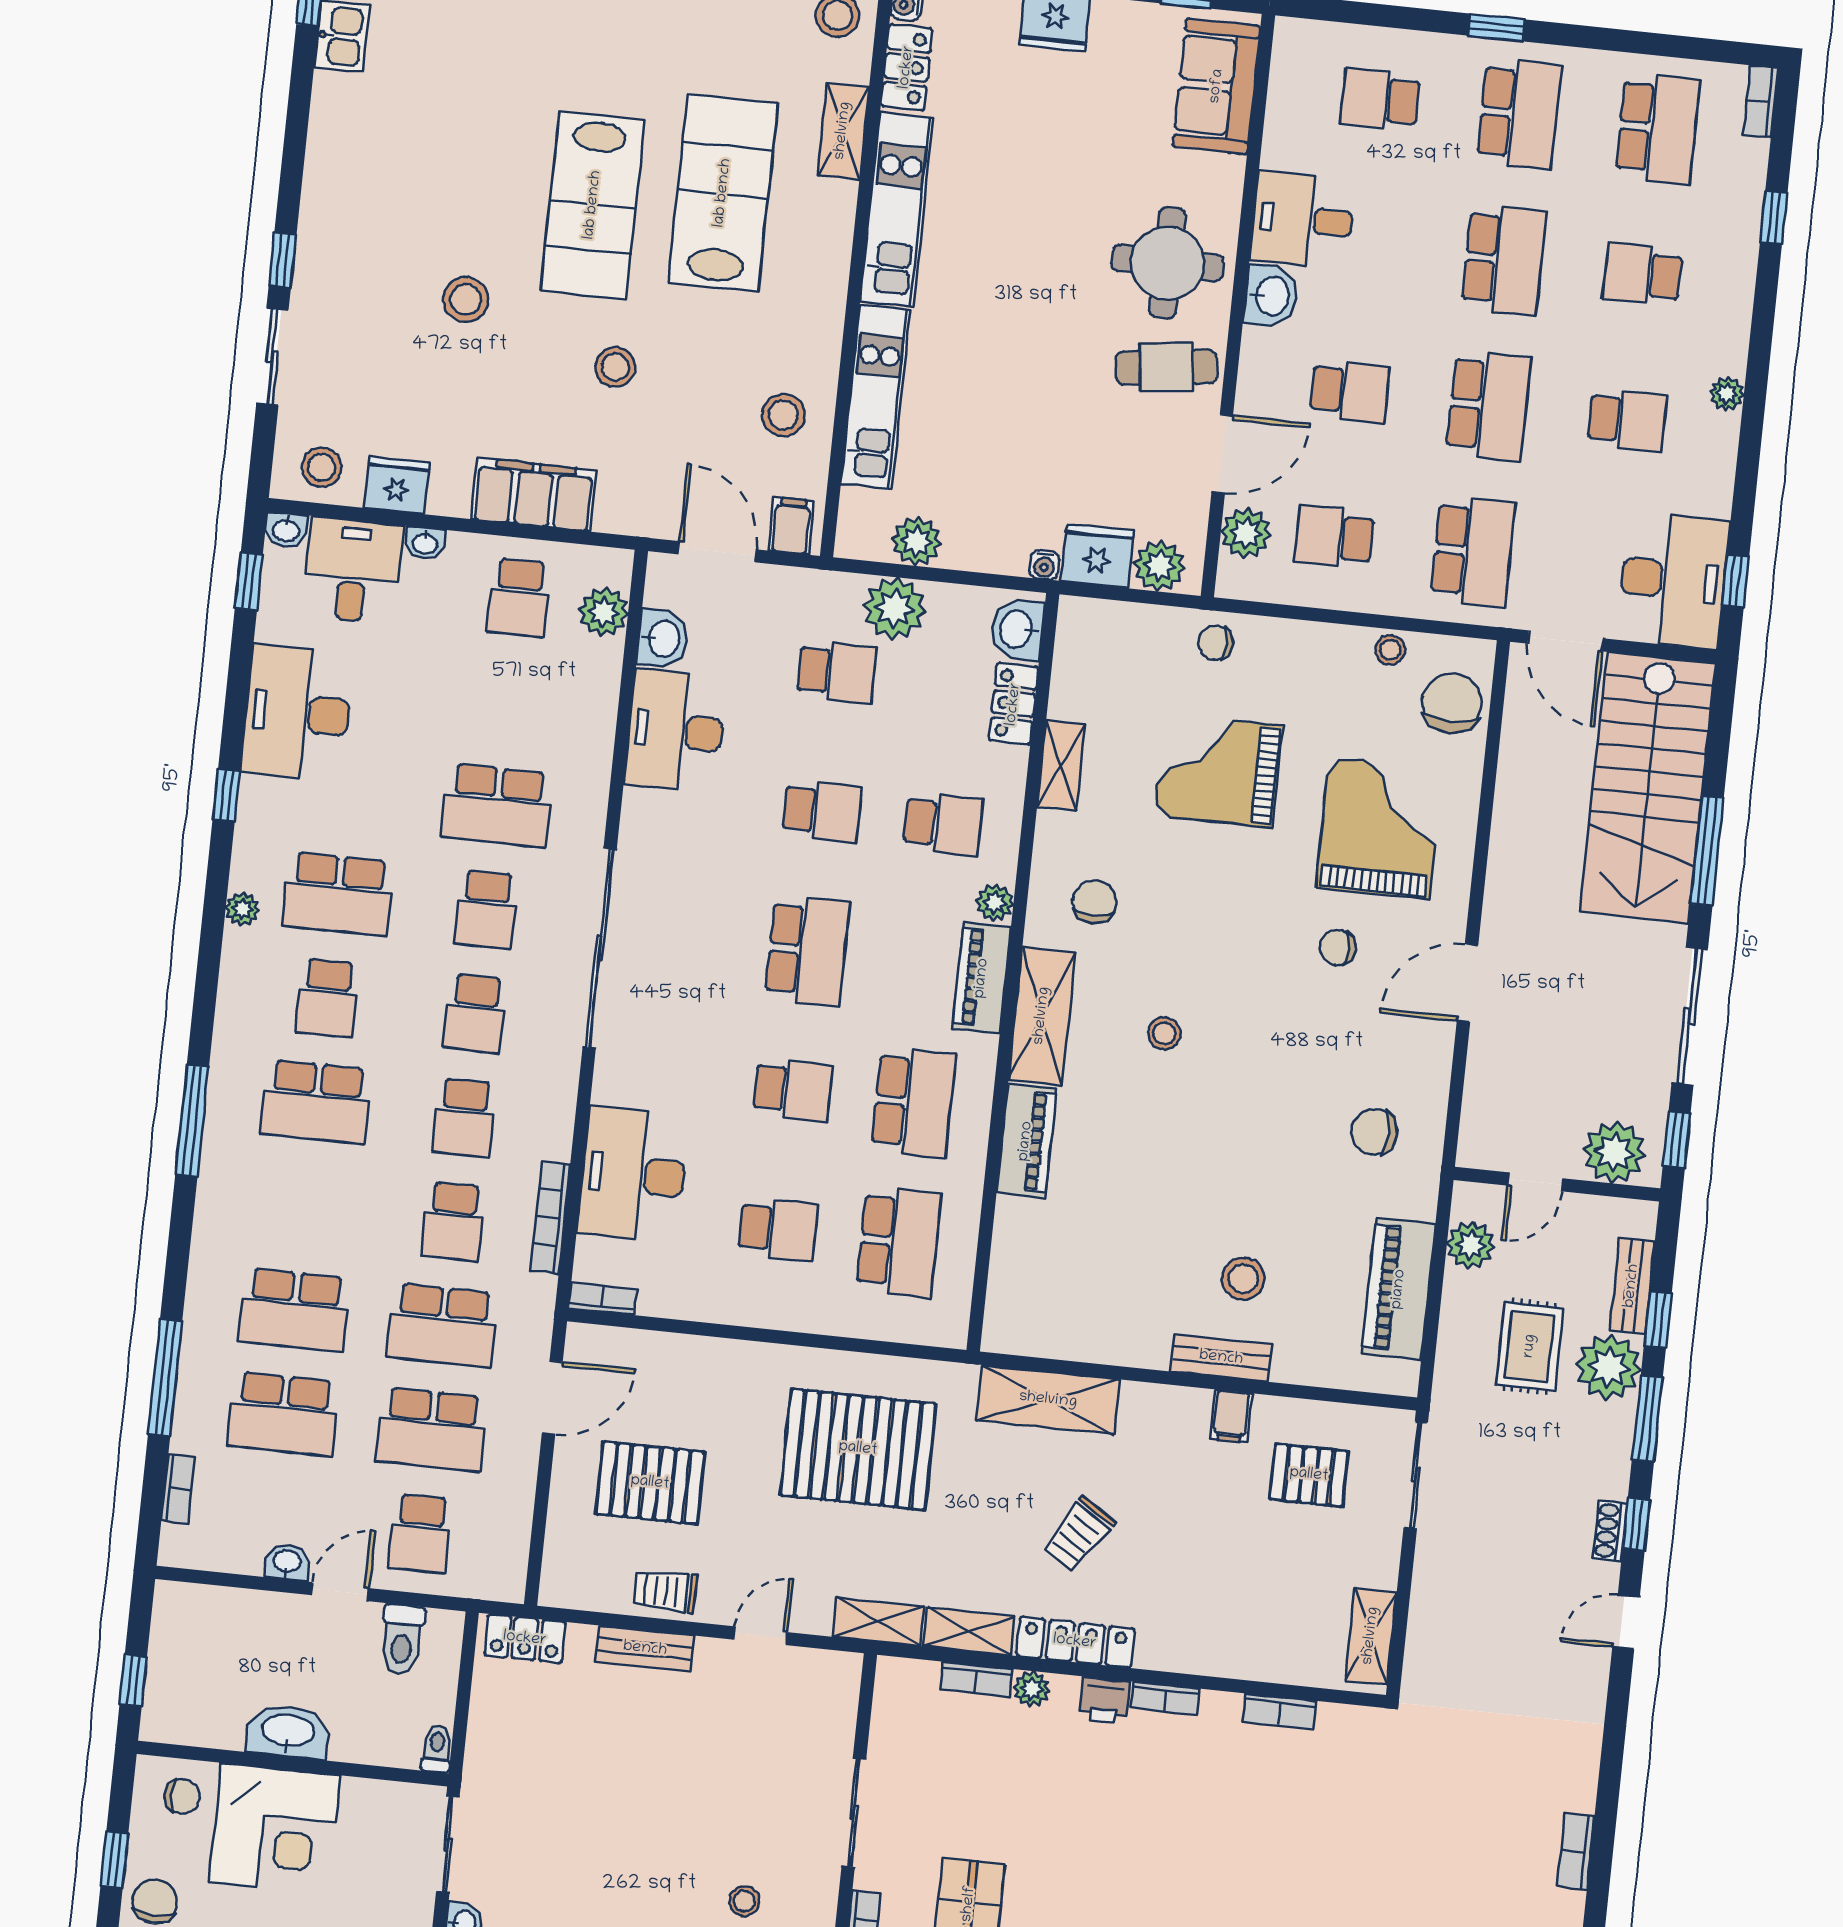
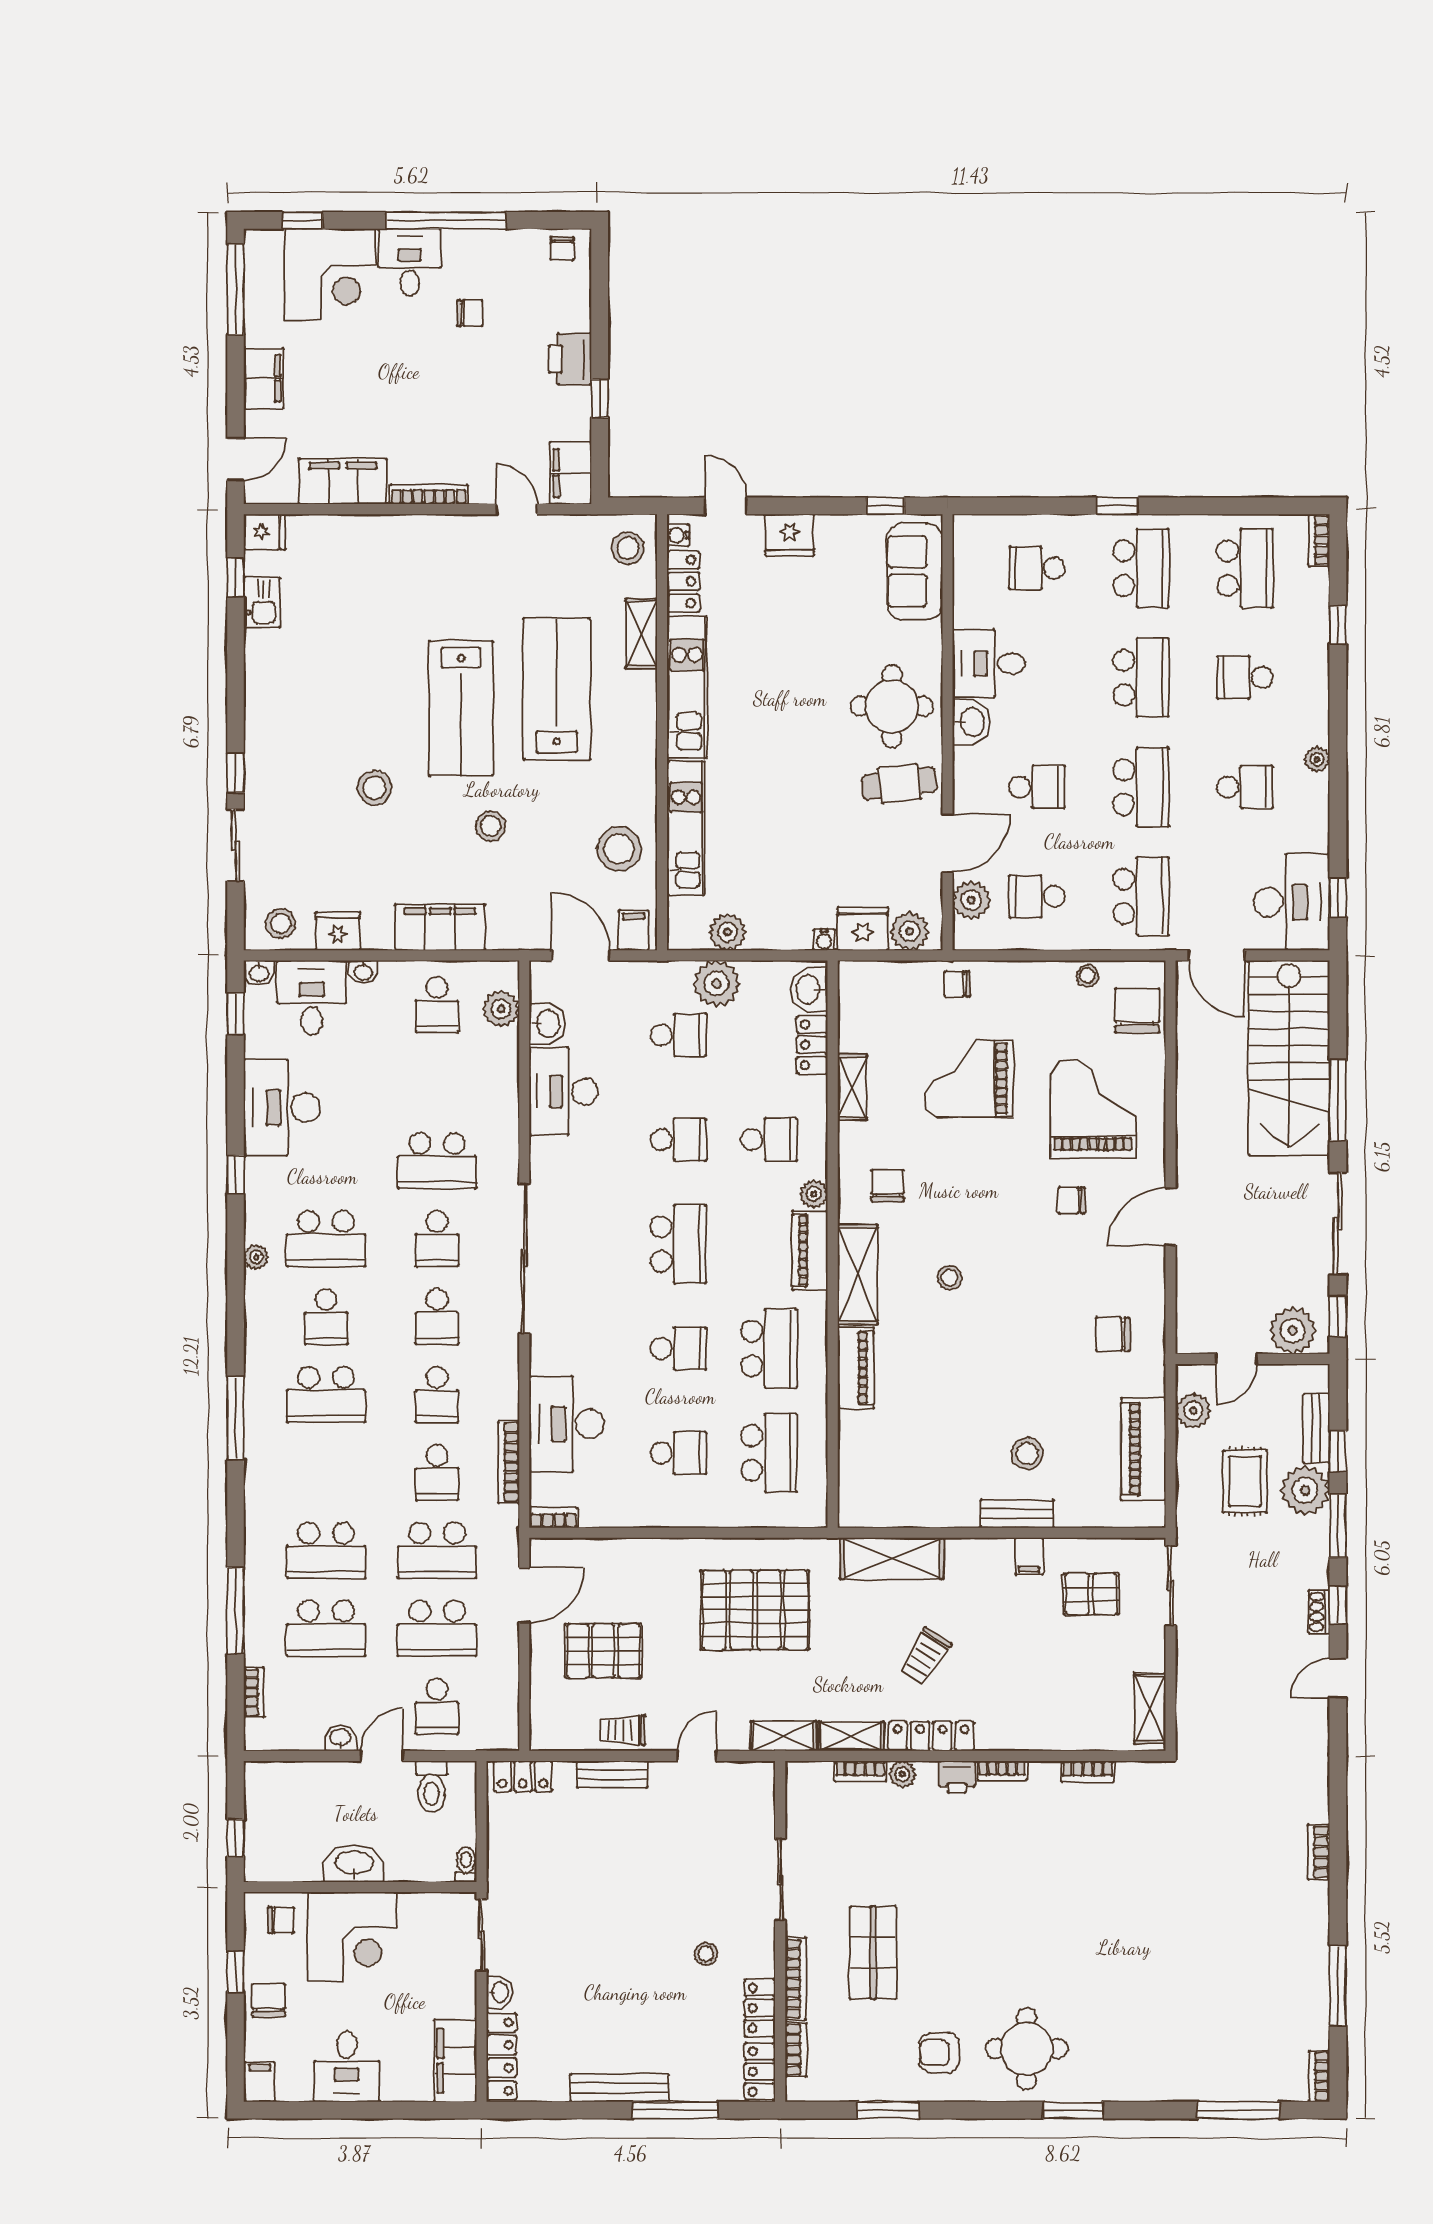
stool: (783, 415) -> (619, 849), width x1.38, depth x1.38

